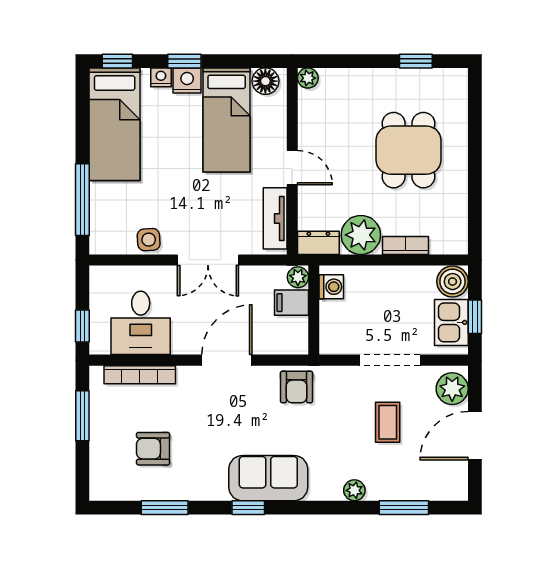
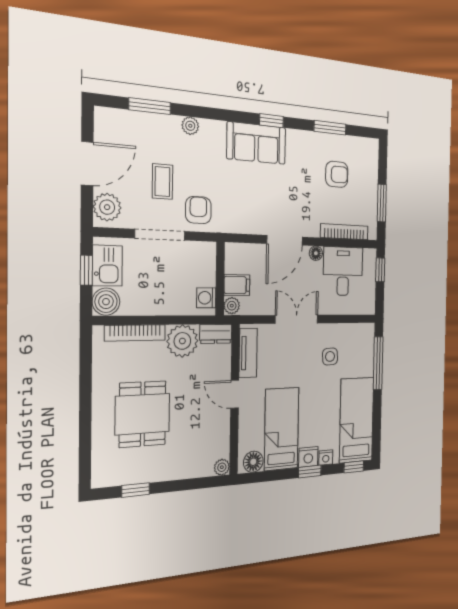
side table: (149, 240) -> (330, 356), moved
bookcase: (405, 245) -> (135, 333), width x1.56
floor lamp: (182, 345) -> (316, 253), added
armchair: (297, 387) -> (198, 210), moved

